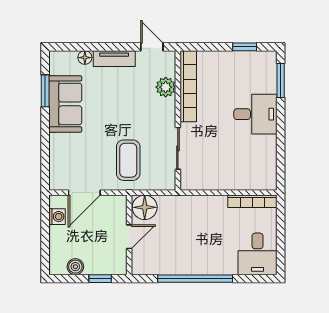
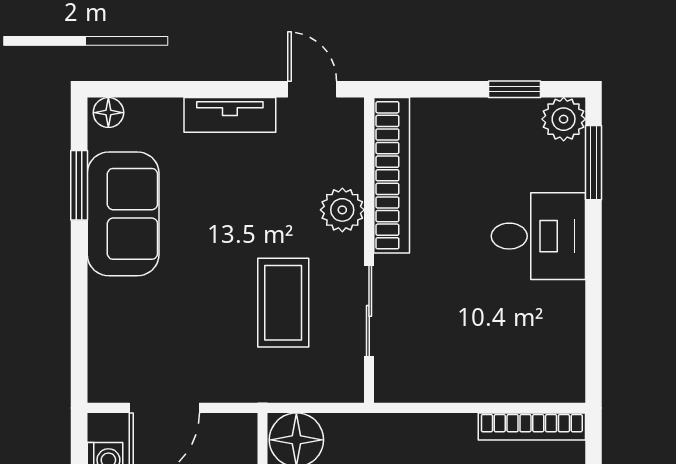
floor lamp: (85, 58) -> (108, 113), moved
plant: (267, 61) -> (564, 119), added
plant: (166, 87) -> (342, 210), moved
coffee table: (128, 160) -> (283, 303), moved

